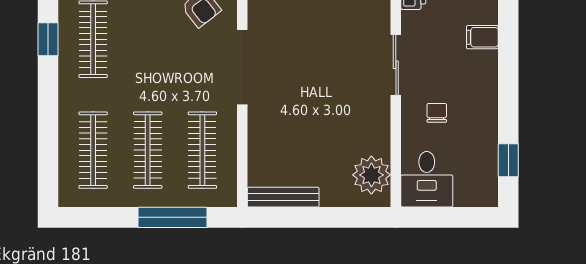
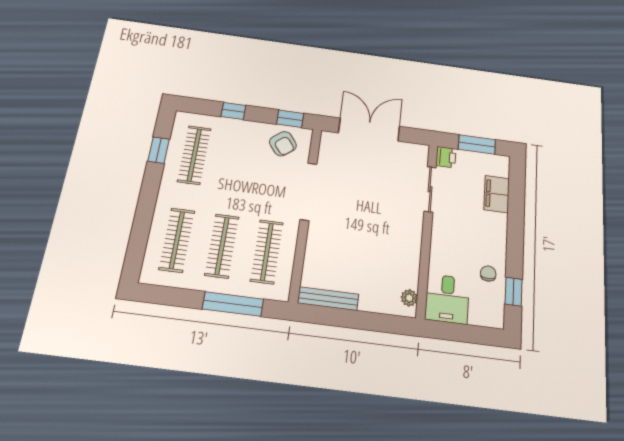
filing cabinet: (482, 37) -> (497, 194), width x2.00
sliding door: (396, 65) -> (430, 189), moved
chair: (437, 113) -> (488, 274), moved
plant: (371, 175) -> (409, 298), width x0.53, depth x0.53

